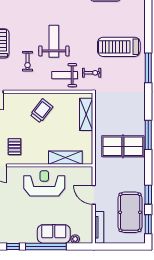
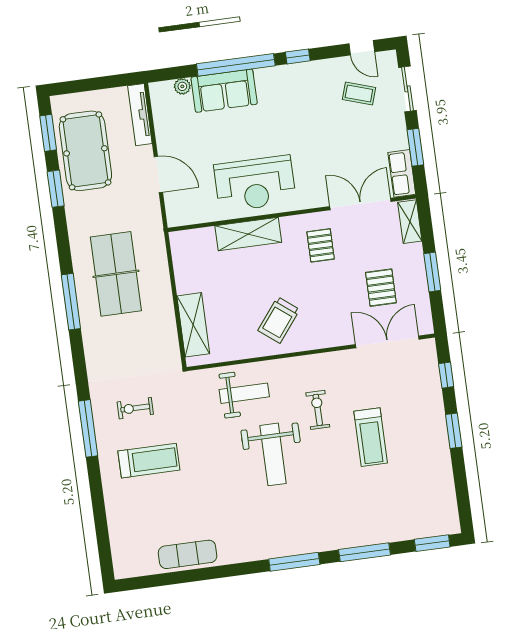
treadmill: (119, 47) -> (149, 461), width x0.73, depth x0.73
exercise bike: (92, 73) -> (135, 408), moved
table tennis table: (123, 146) -> (116, 274), turned 90
shelving: (65, 158) -> (248, 234), moved

